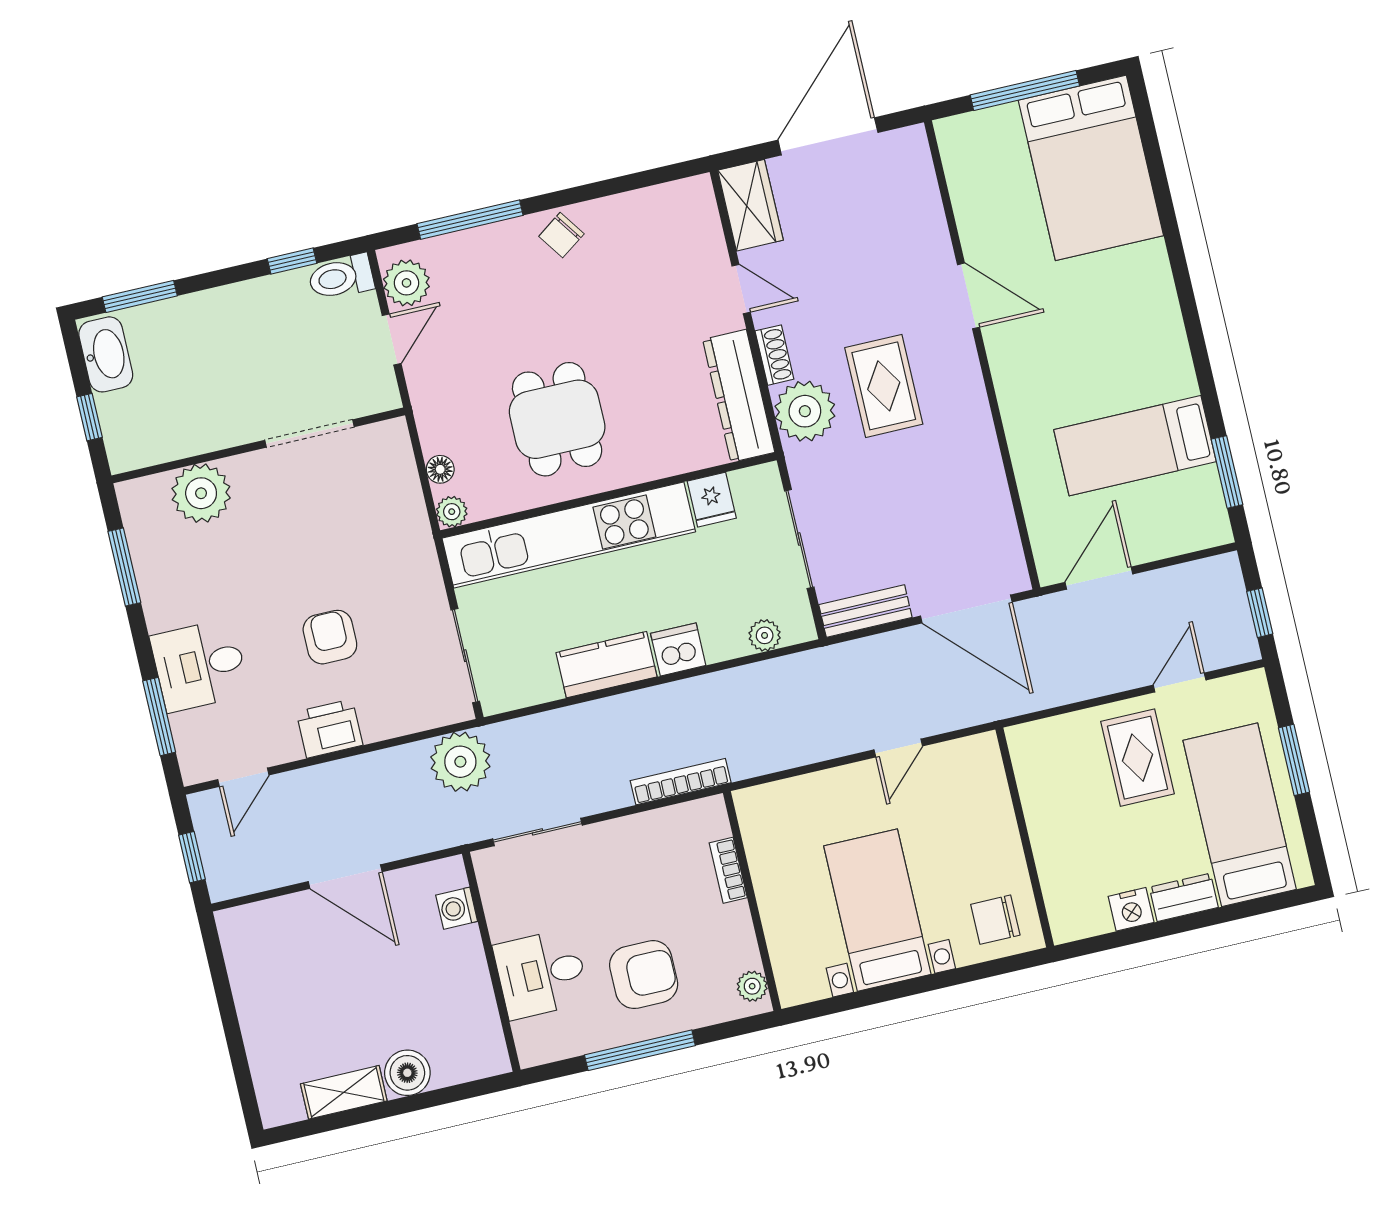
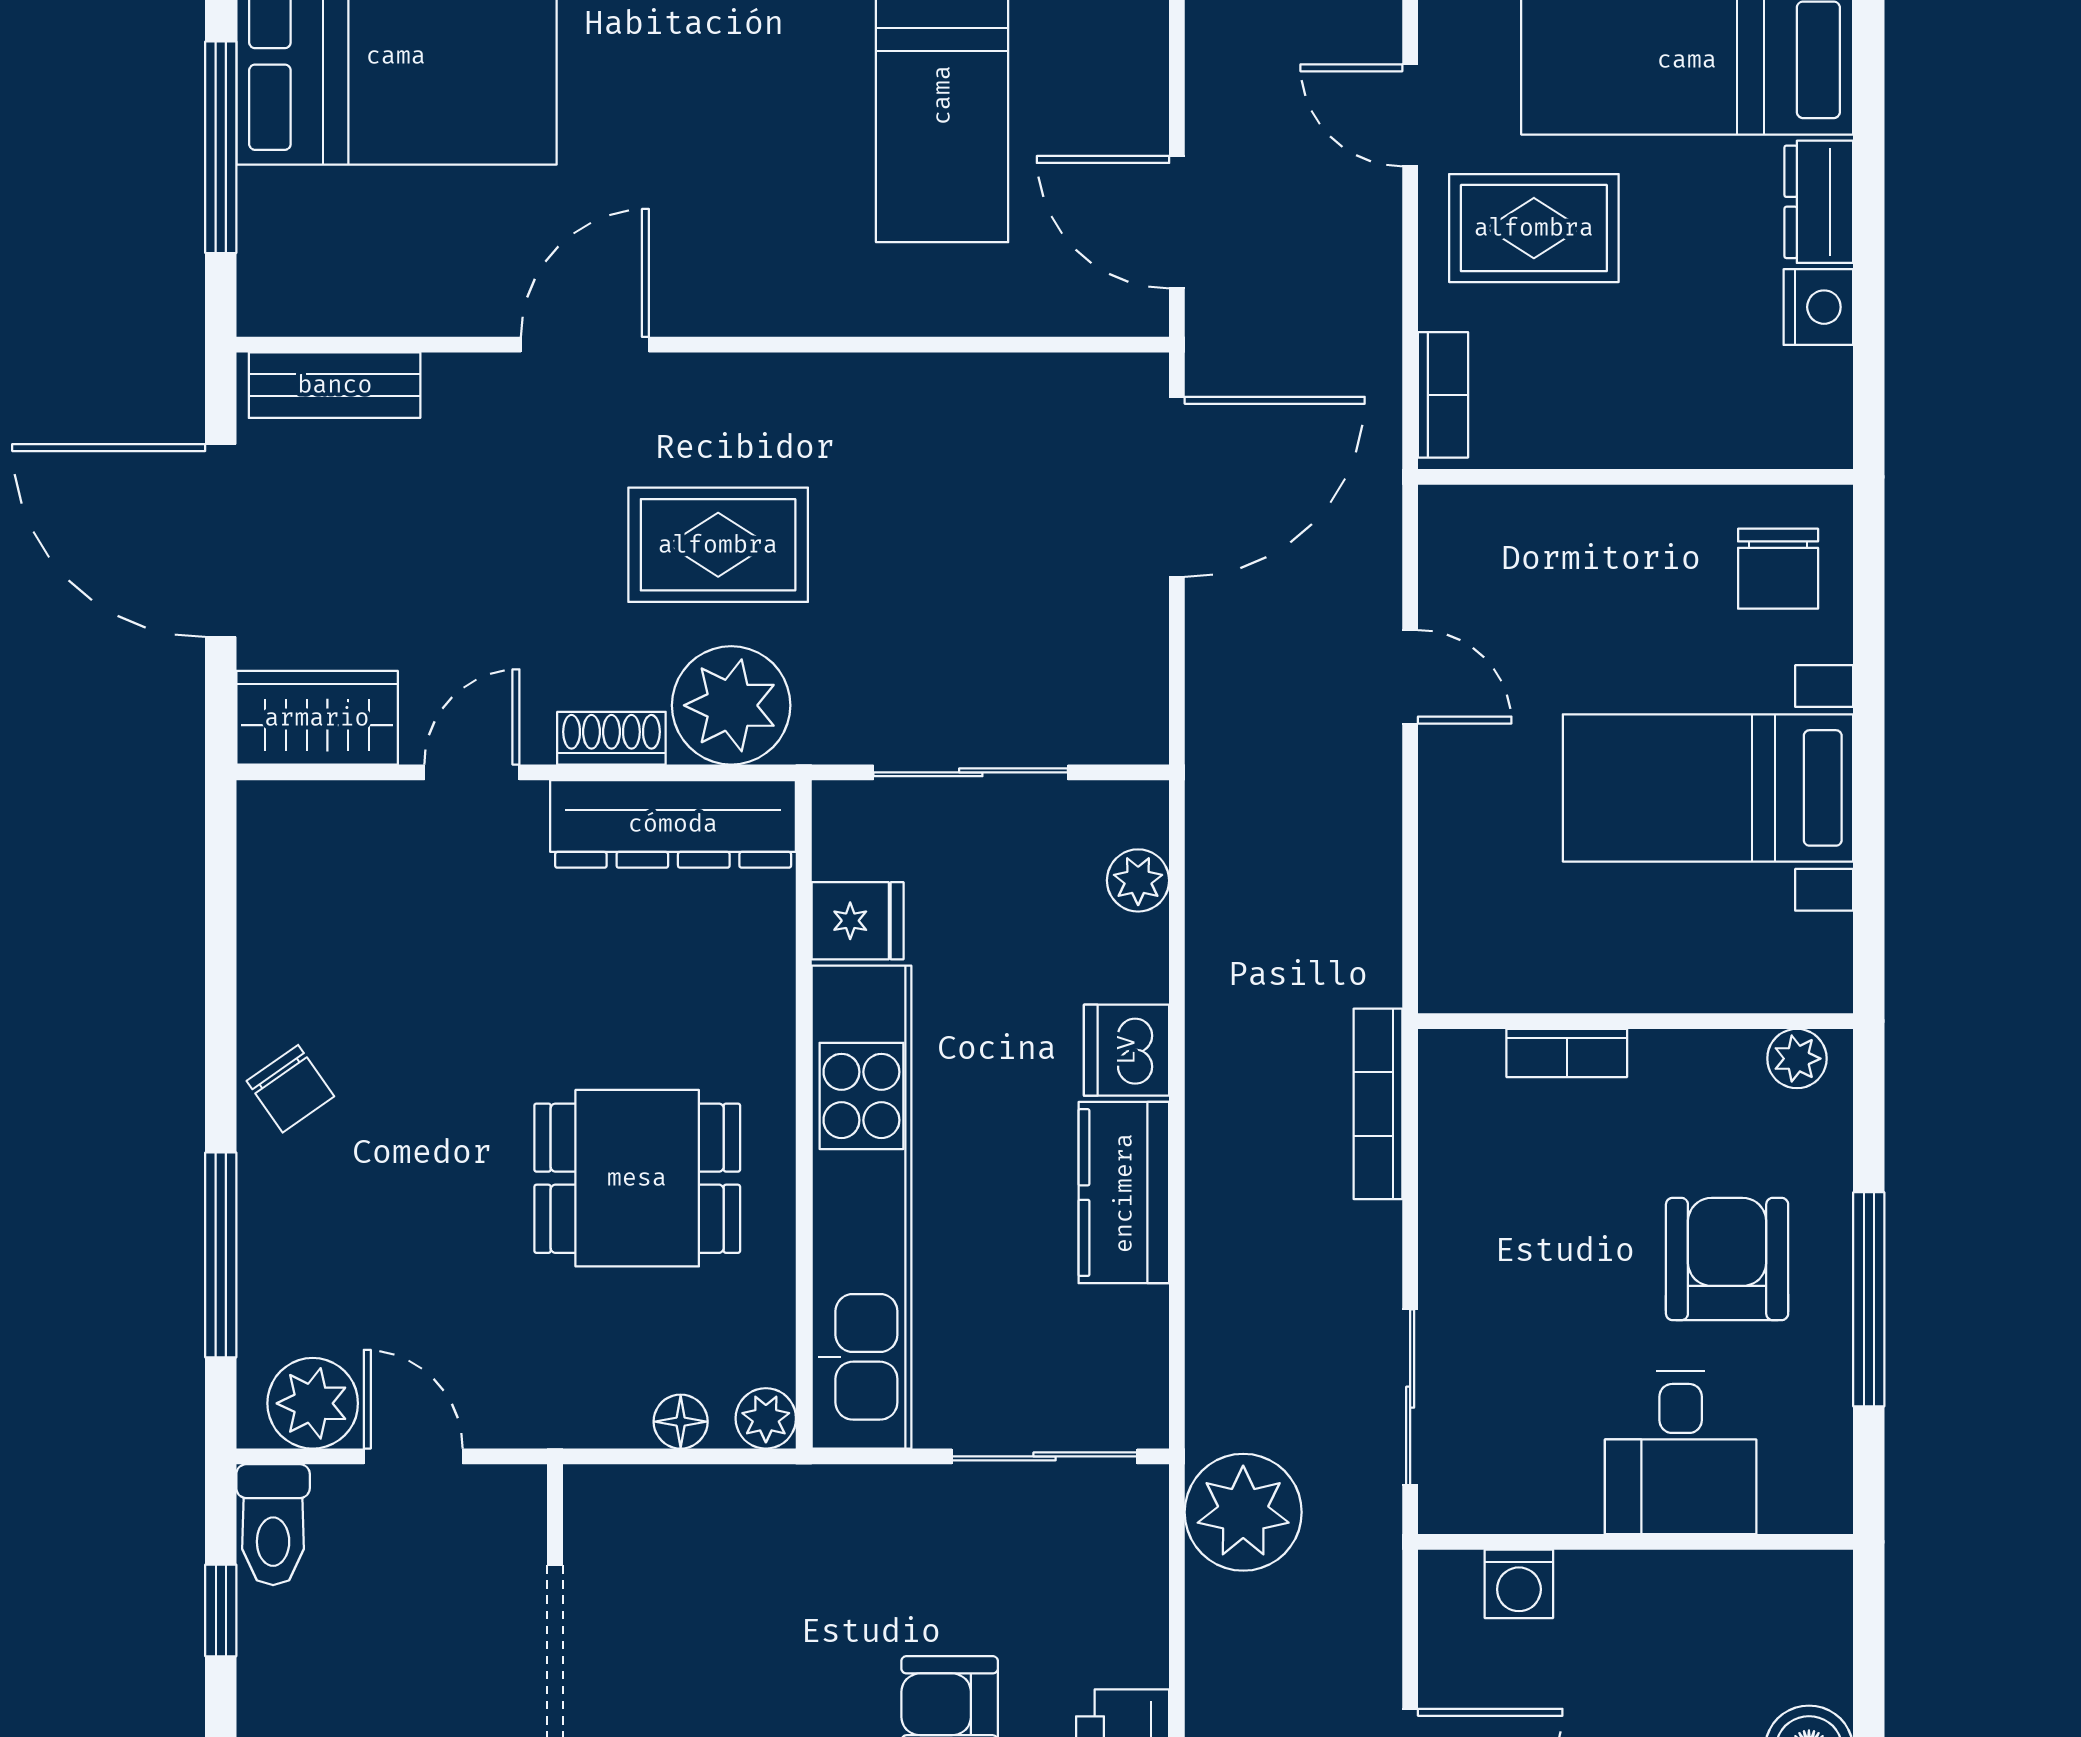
bench: (865, 611) -> (335, 385), moved, turned 90
bookcase: (1043, 732) -> (1443, 395), added

